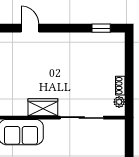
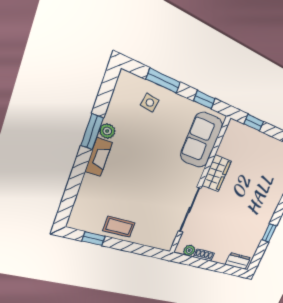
window: (101, 28) -> (269, 233), moved
dresser: (118, 48) -> (238, 261), added

